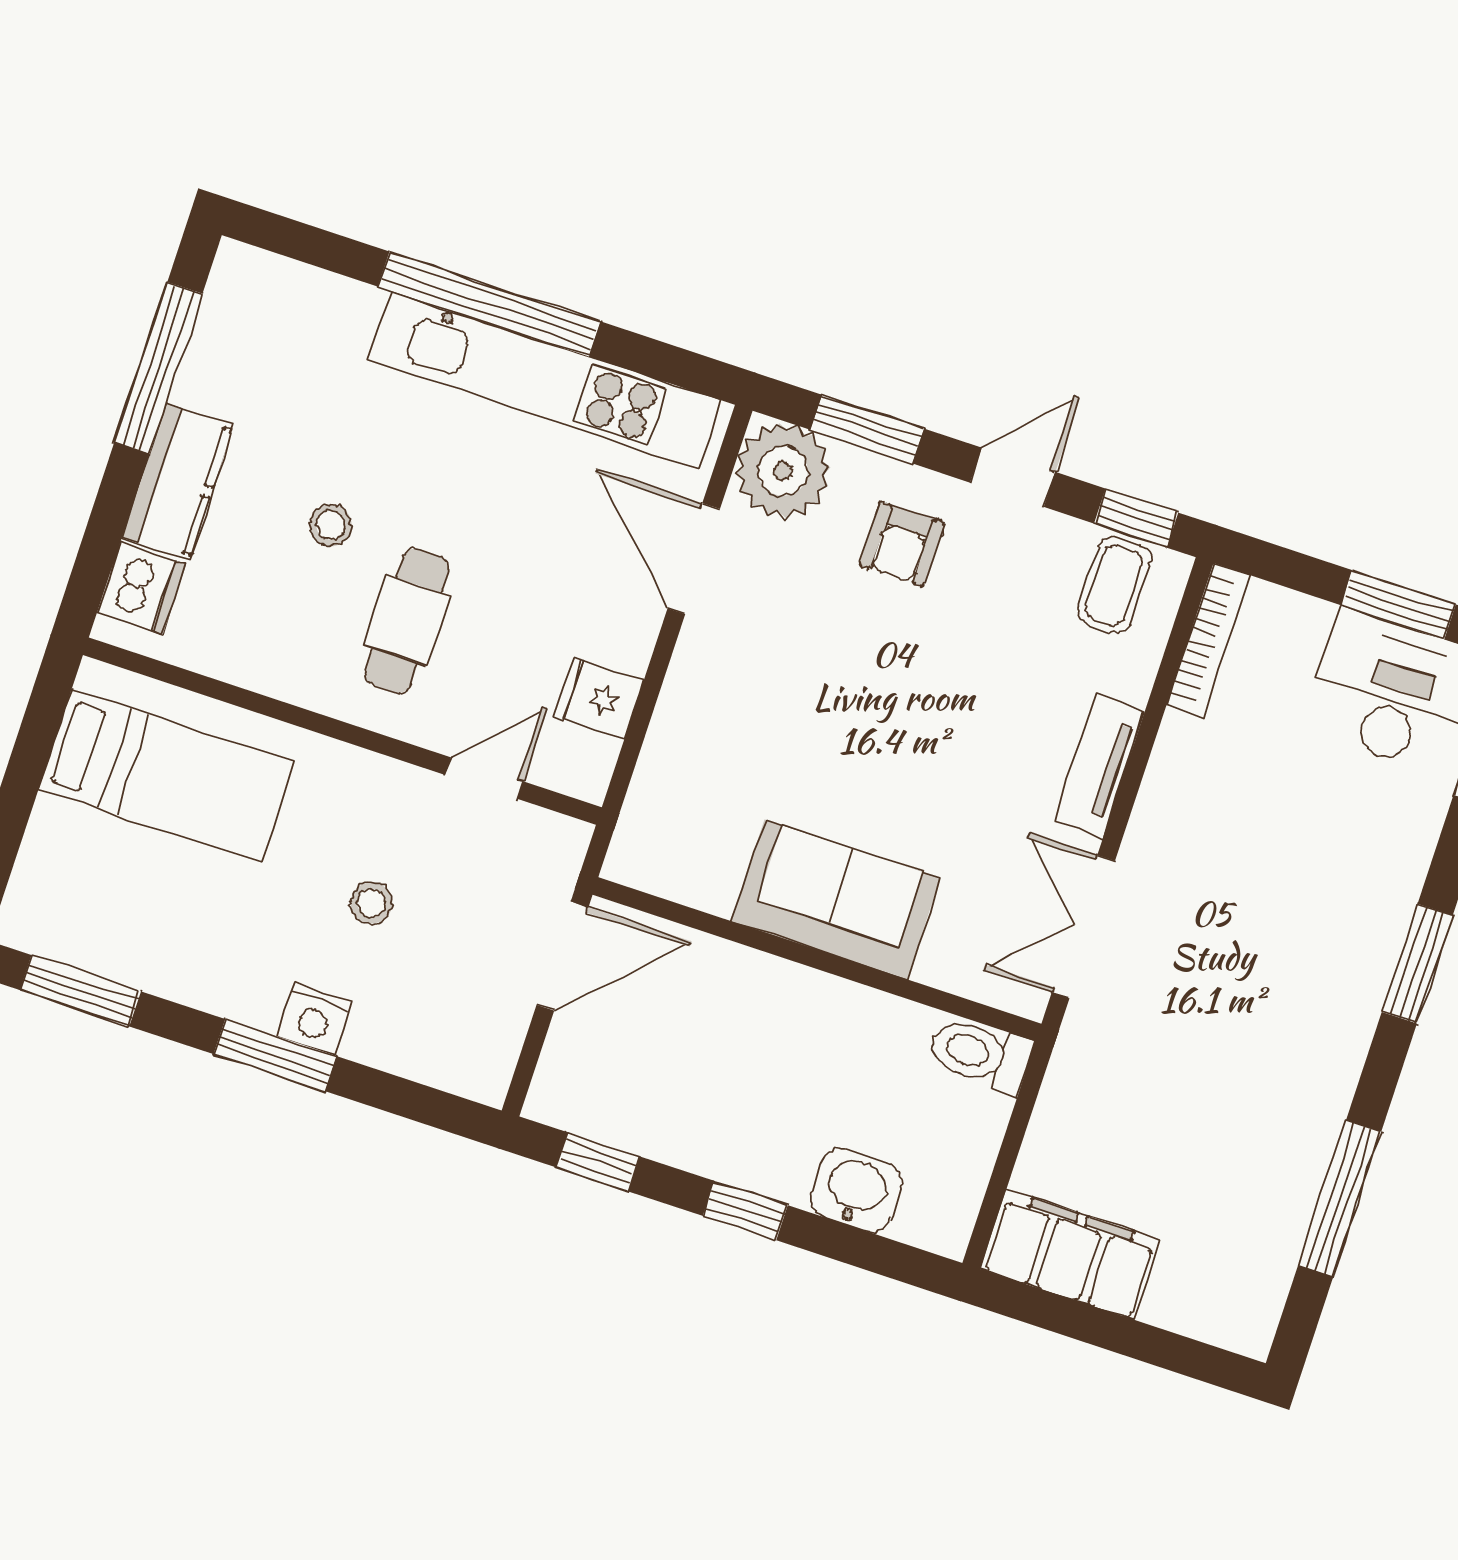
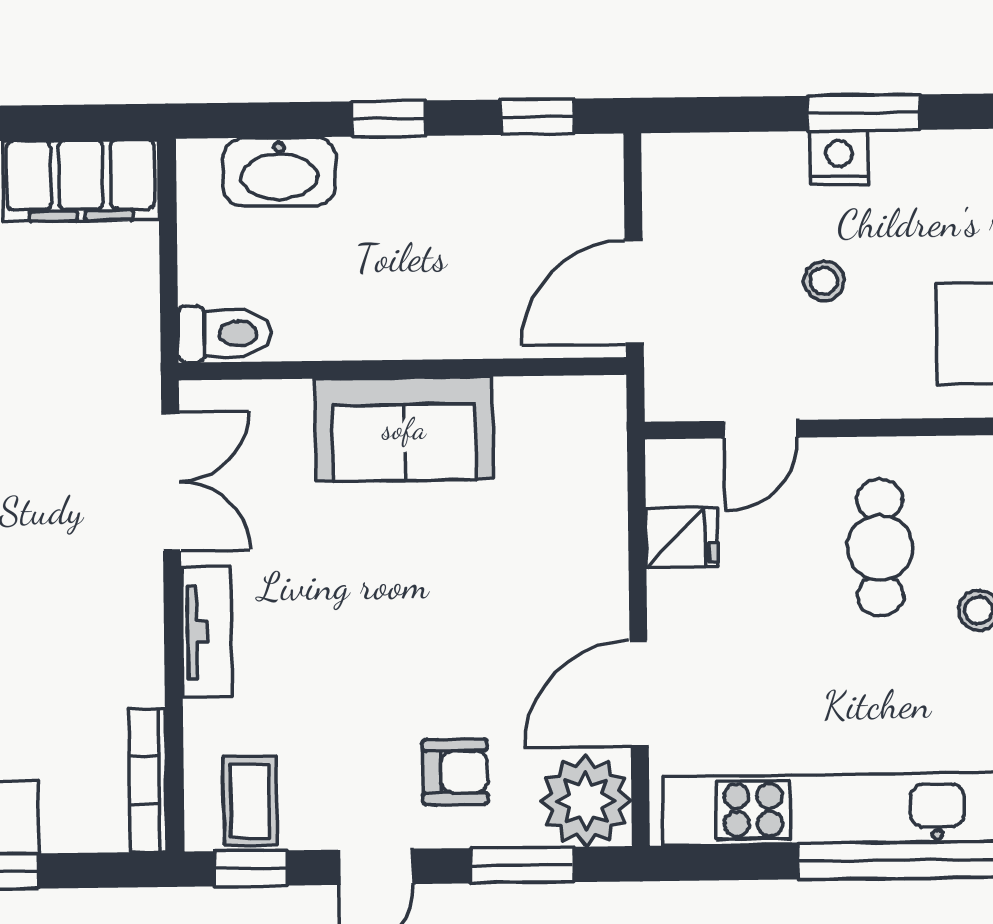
armchair: (902, 544) -> (455, 772), turned 90
door: (694, 559) -> (639, 693), swing flipped
washbasin: (856, 1190) -> (279, 172), width x1.38

